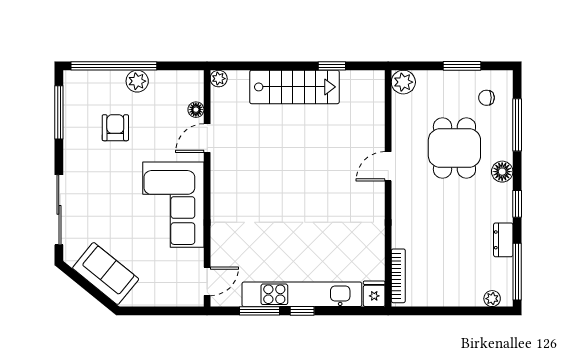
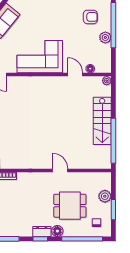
window: (332, 66) -> (113, 141), width x3.17
plant: (403, 82) -> (105, 196), moved
window: (517, 125) -> (82, 239), width x1.46
armchair: (115, 128) -> (90, 17), moved
dresser: (503, 240) -> (42, 232), moved

